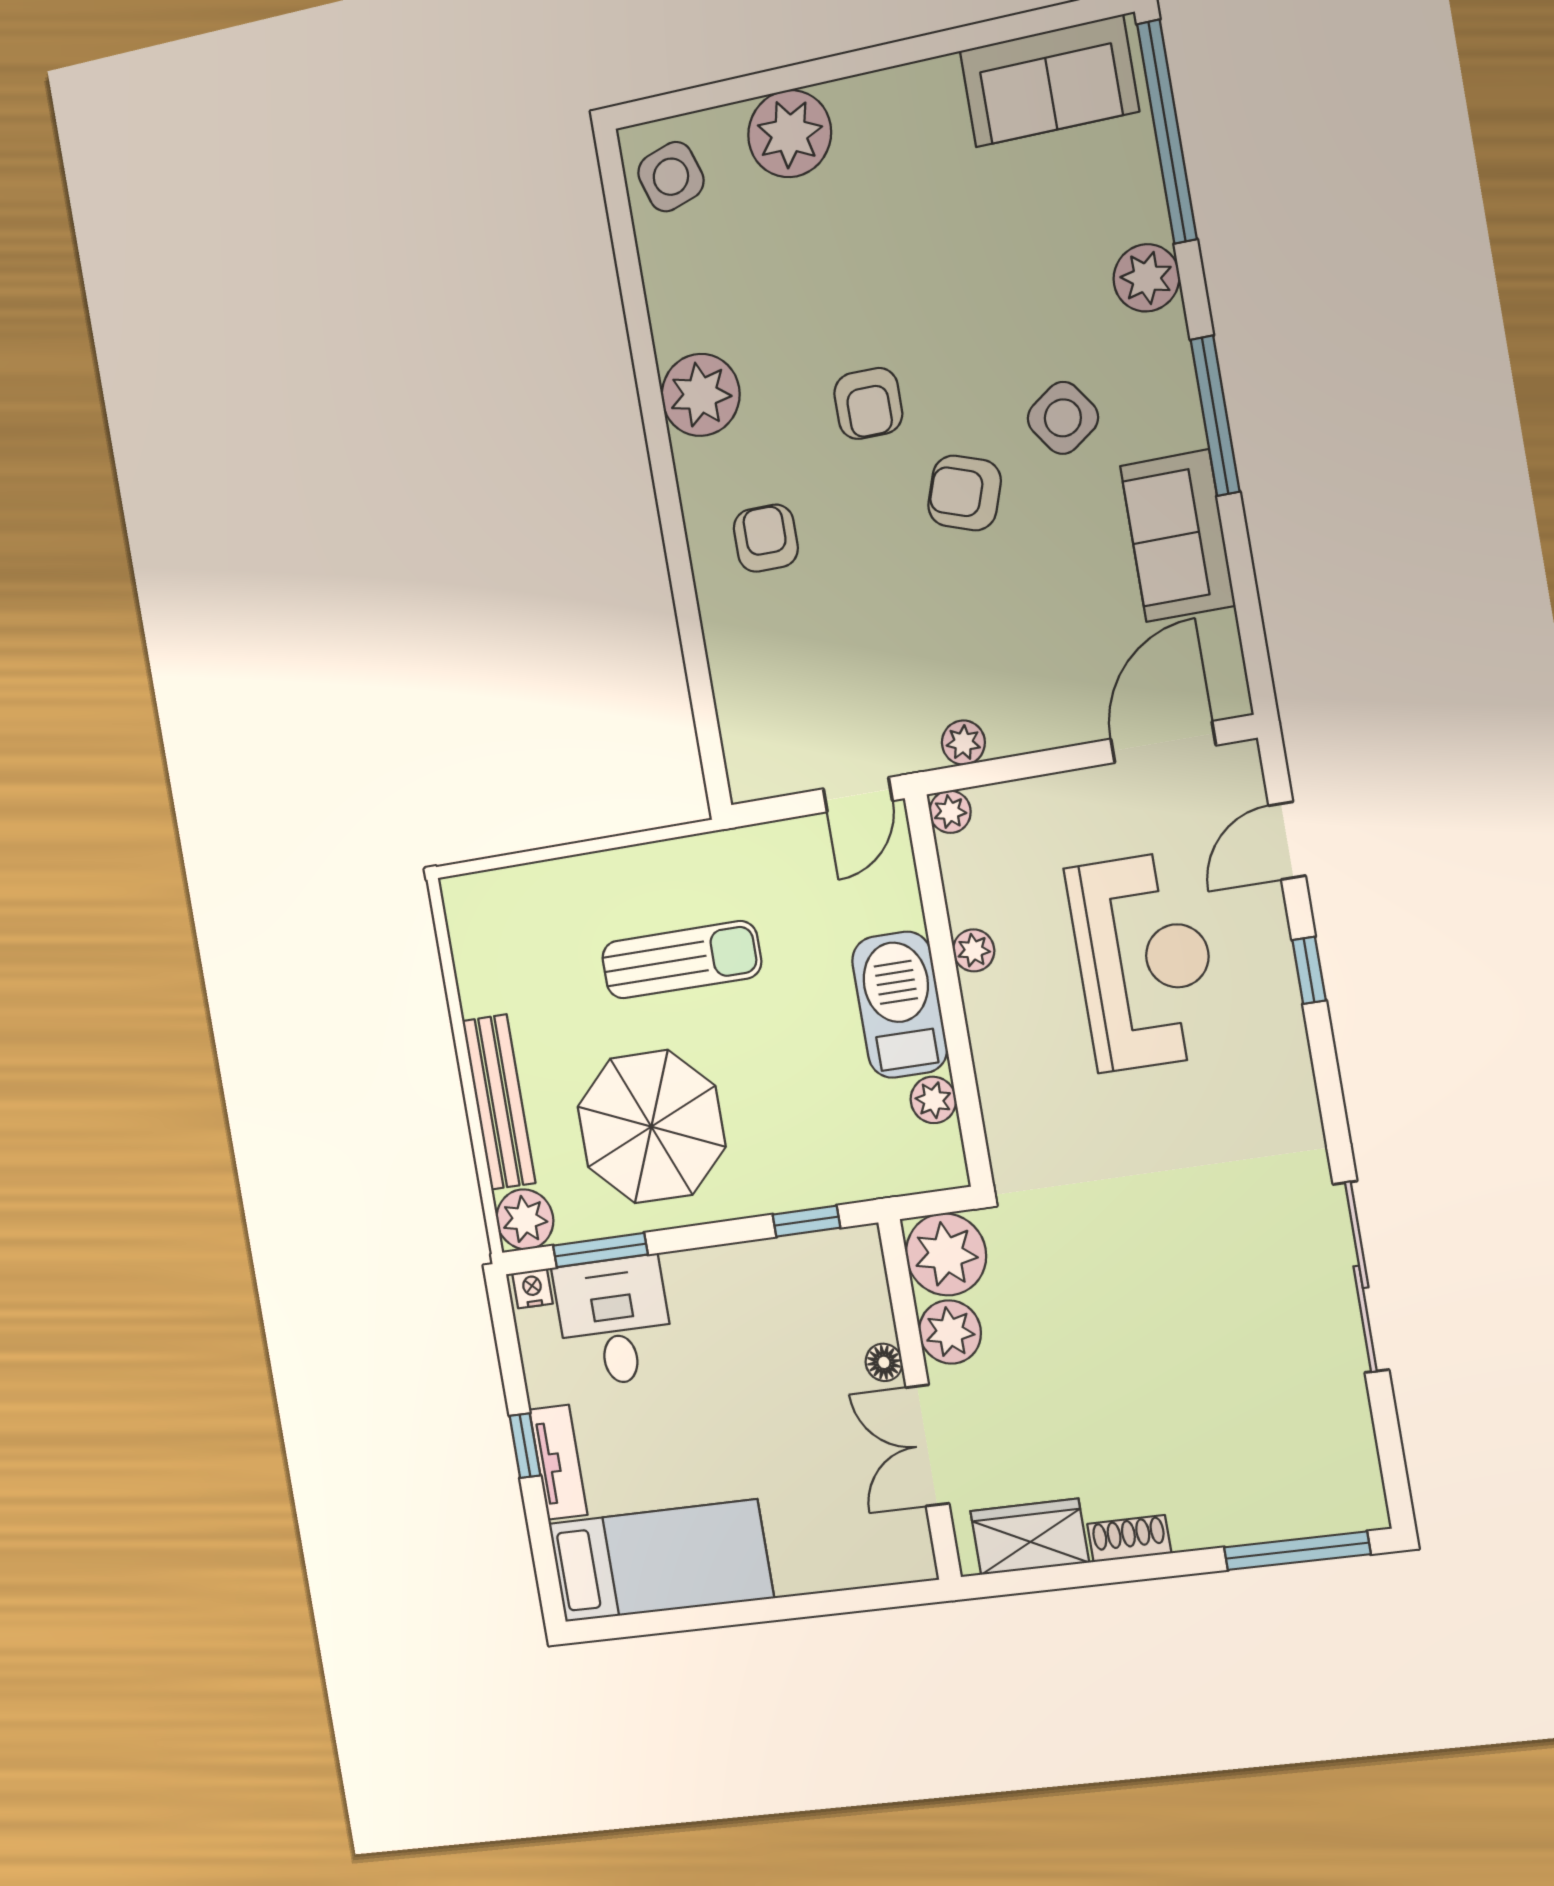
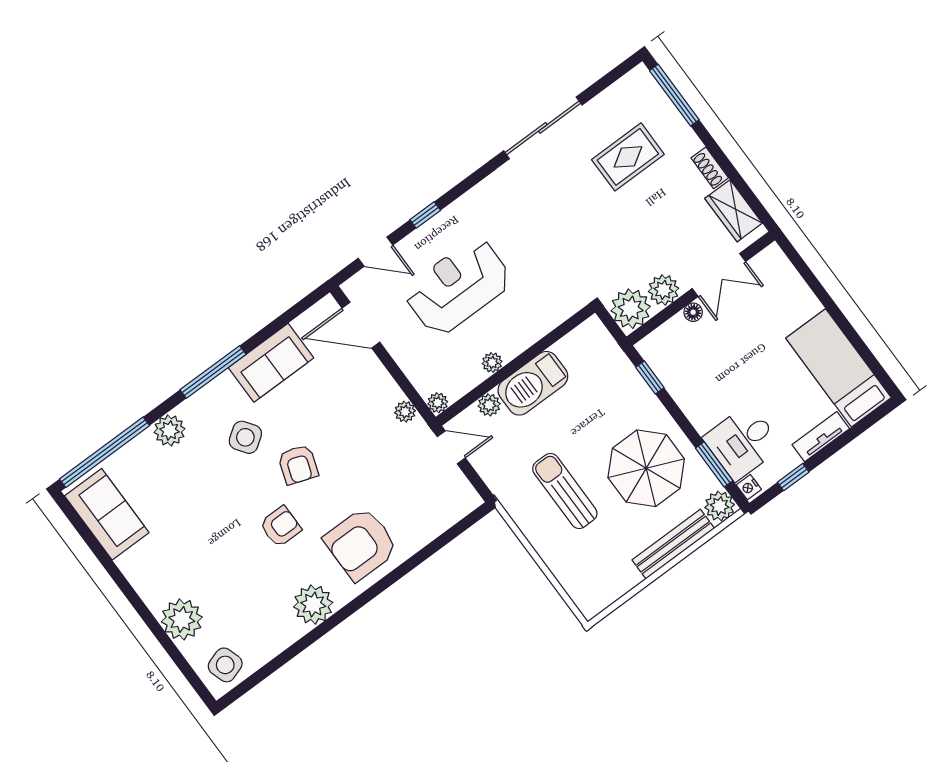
armchair: (766, 538) -> (361, 544), width x1.88, depth x1.88
plant: (933, 1100) -> (489, 405), moved
rug: (1226, 1403) -> (628, 157), added
window: (525, 1446) -> (793, 477), moved

